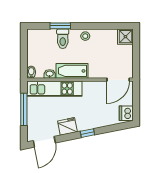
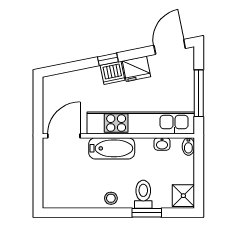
shower: (125, 37) -> (183, 196), moved
bathtub: (72, 71) -> (112, 148), moved
kitchen unit: (54, 89) -> (141, 123), width x1.36
dishwasher: (126, 113) -> (113, 73), moved, turned 79

